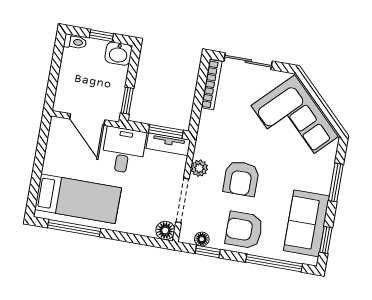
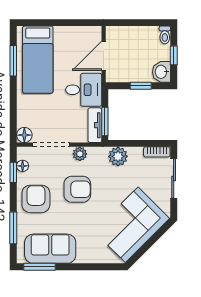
bookcase: (212, 85) -> (157, 152), width x0.64
window: (127, 101) -> (141, 86), moved
plant: (210, 123) -> (118, 156), added
armchair: (241, 179) -> (77, 189), turned 180
window: (336, 182) -> (88, 267), removed
window: (74, 228) -> (13, 61), width x0.69
window: (326, 240) -> (39, 267), width x1.50
window: (274, 263) -> (13, 228), width x0.69

